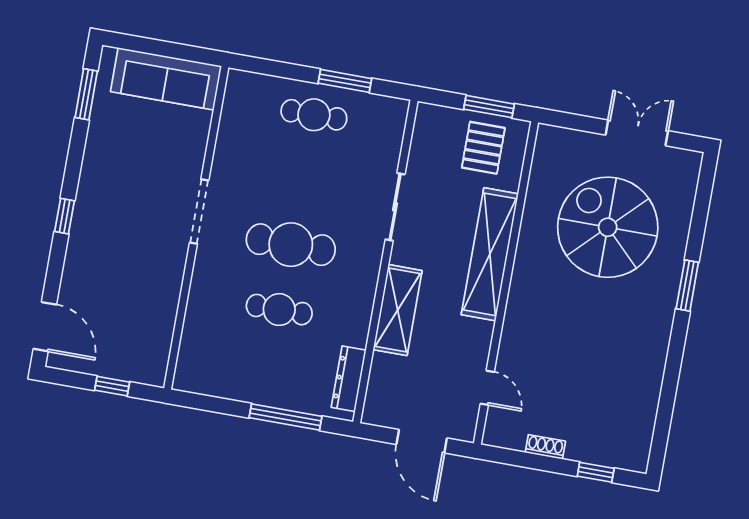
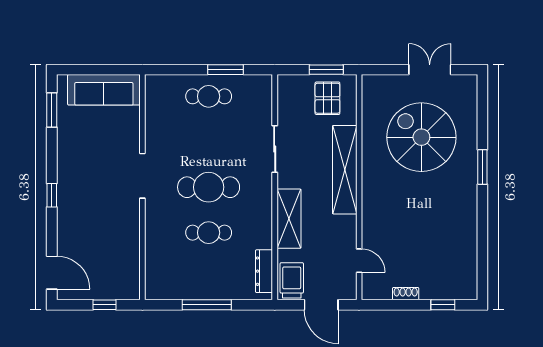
trolley: (386, 399) -> (292, 280), added
window: (285, 417) -> (207, 305), moved

